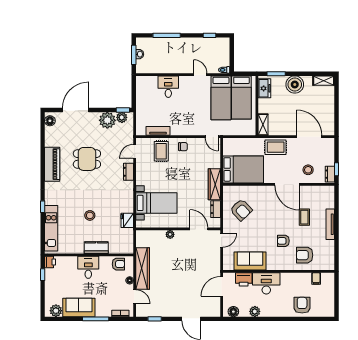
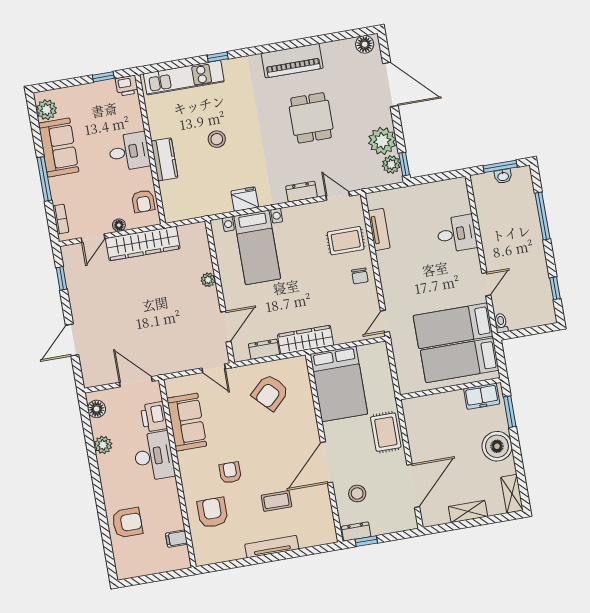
shelving: (263, 125) -> (468, 512), moved
fridge: (127, 220) -> (245, 199), moved

